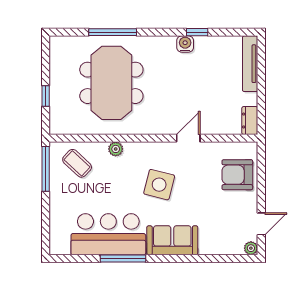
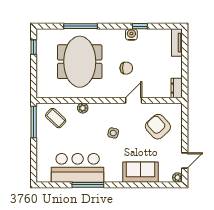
tv unit: (250, 64) -> (177, 43), width x0.71
chair: (178, 92) -> (126, 68), added
window: (46, 96) -> (34, 47), moved
armchair: (237, 175) -> (158, 127), moved, turned 48
side table: (159, 185) -> (113, 133), width x0.54, depth x0.54
sofa: (172, 240) -> (140, 172), moved

